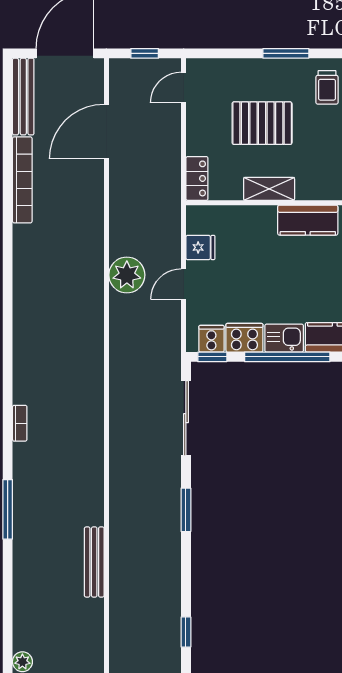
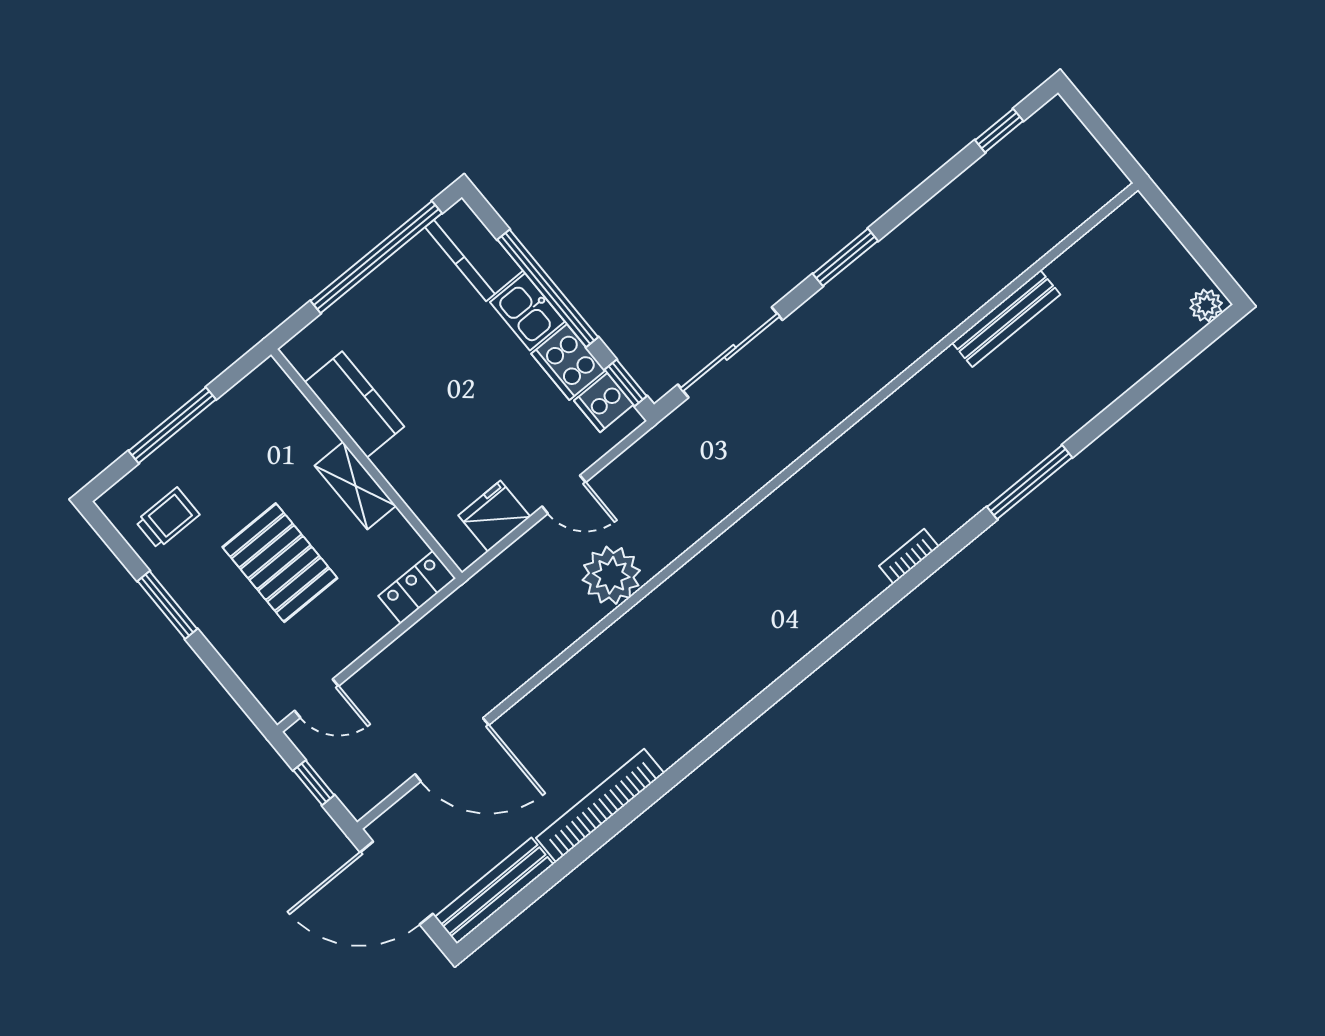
fridge: (200, 247) -> (494, 516), width x1.38

